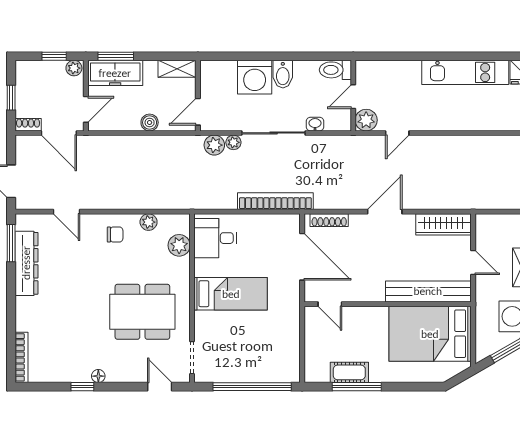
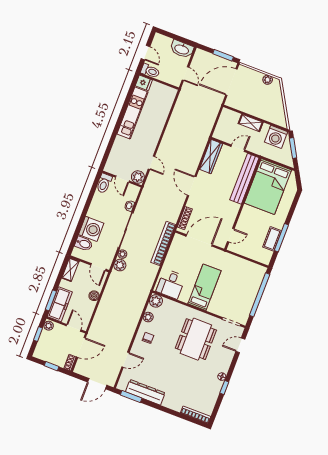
bidet: (283, 74) -> (84, 244), moved
plant: (179, 245) -> (156, 301), moved

